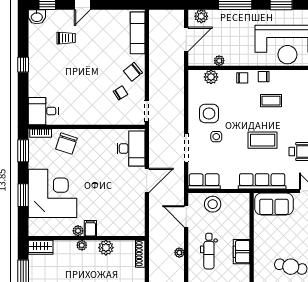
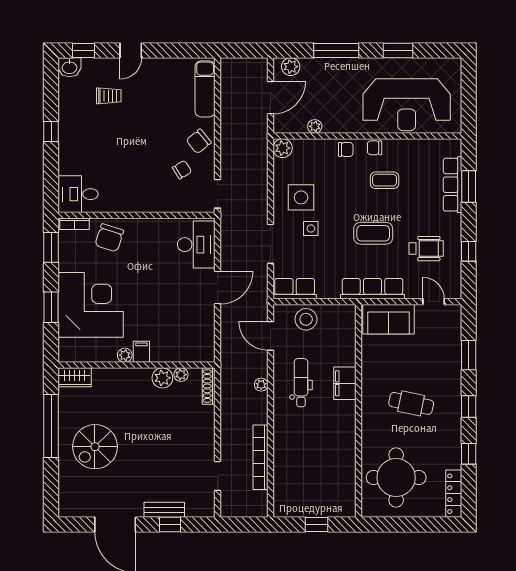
plant: (211, 77) -> (283, 148), moved
plant: (82, 245) -> (181, 375), moved
dental chair: (209, 251) -> (301, 383), turned 180

